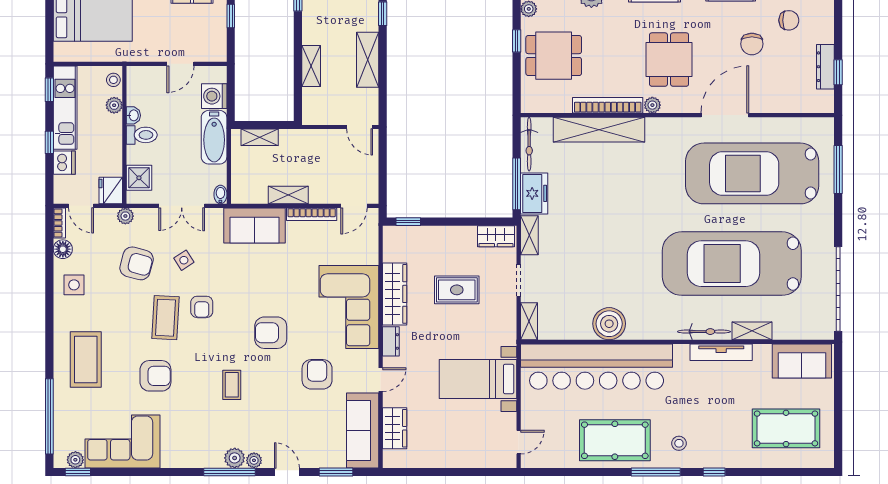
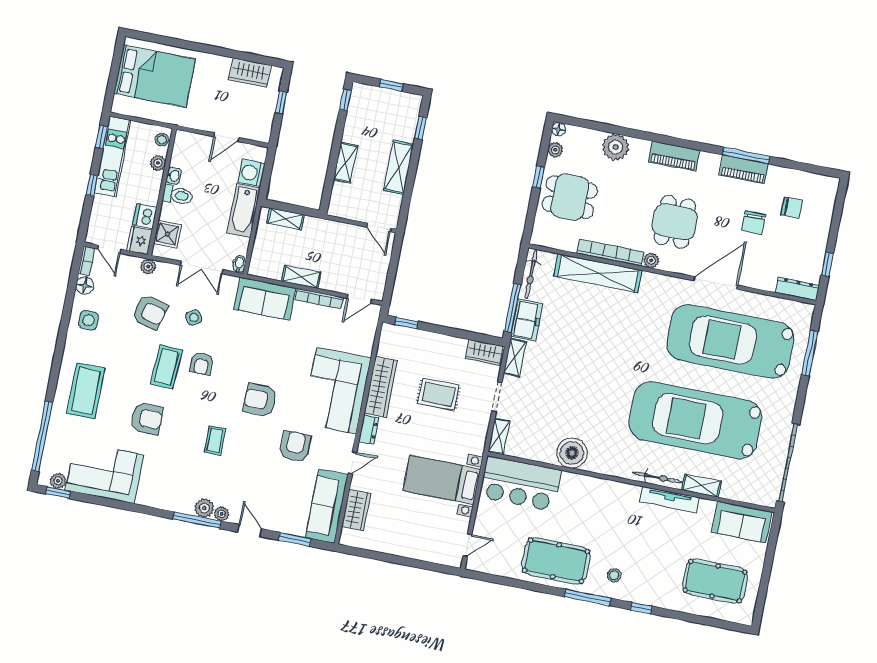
dresser: (825, 67) -> (797, 289), moved, turned 90
dishwasher: (64, 163) -> (145, 216), moved, turned 180
bar counter: (597, 367) -> (520, 484), width x0.54

